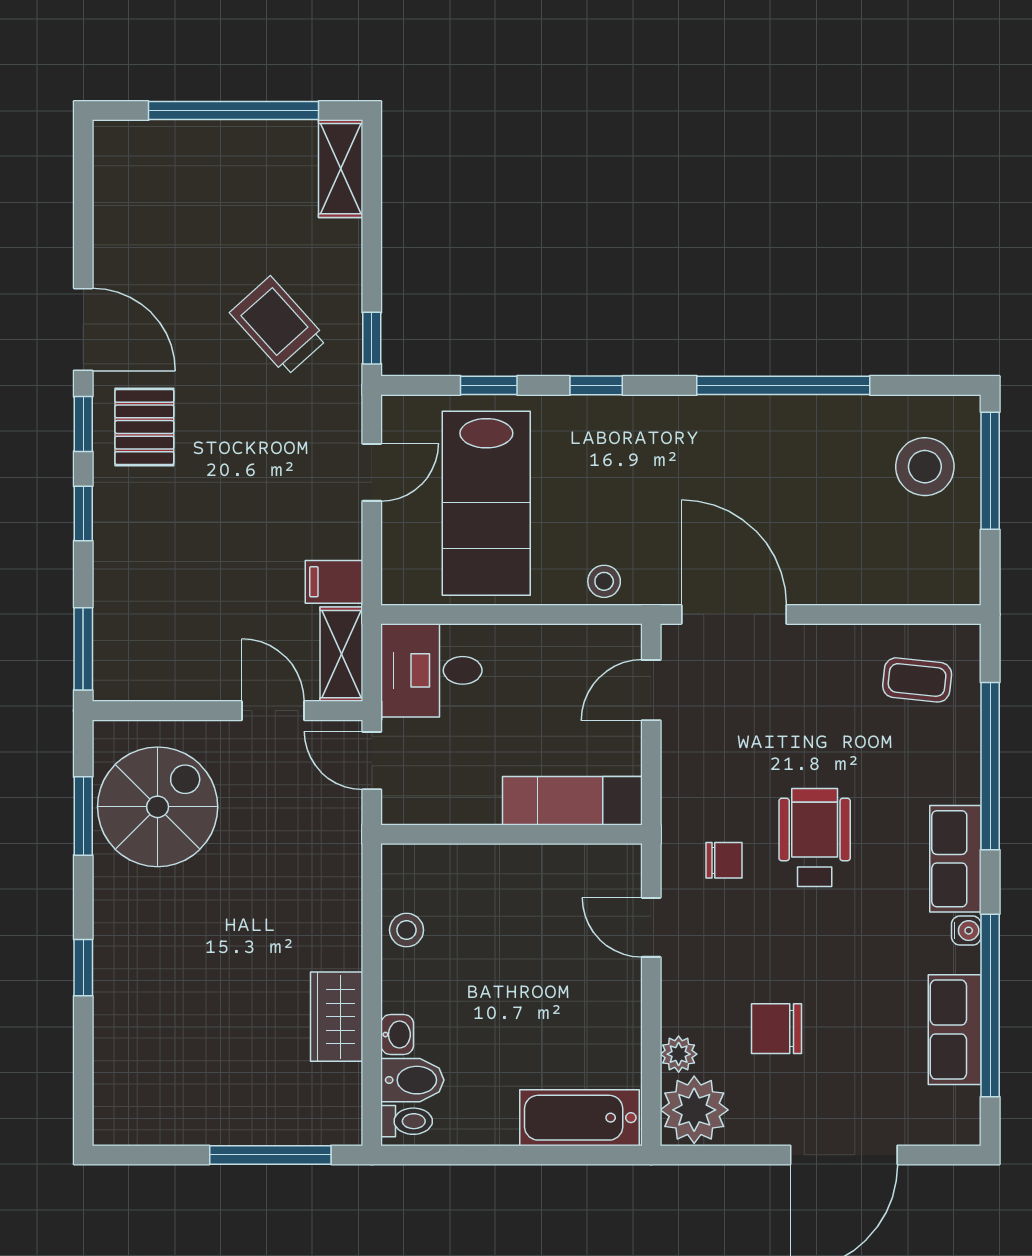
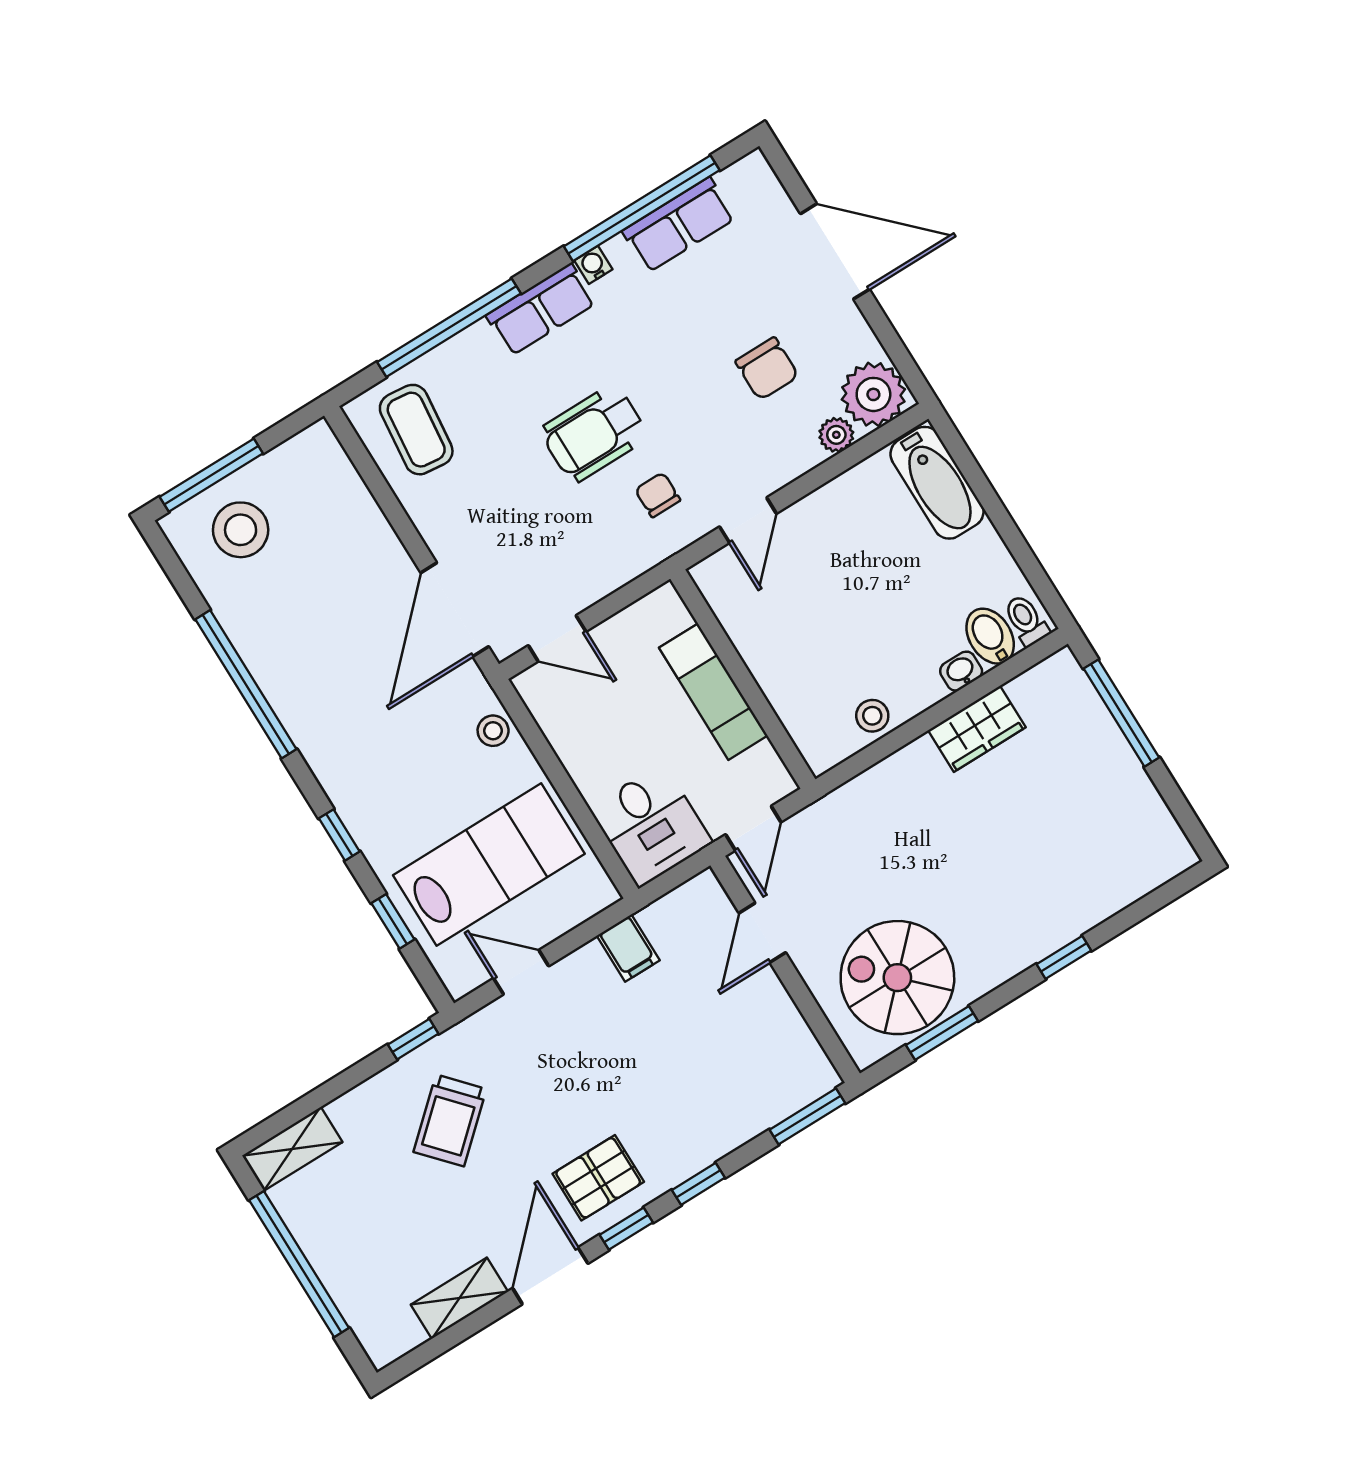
shelving: (341, 654) -> (459, 1298), moved
coffee table: (917, 680) -> (416, 430), width x1.36, depth x1.30
exam couch: (572, 801) -> (713, 692), moved

